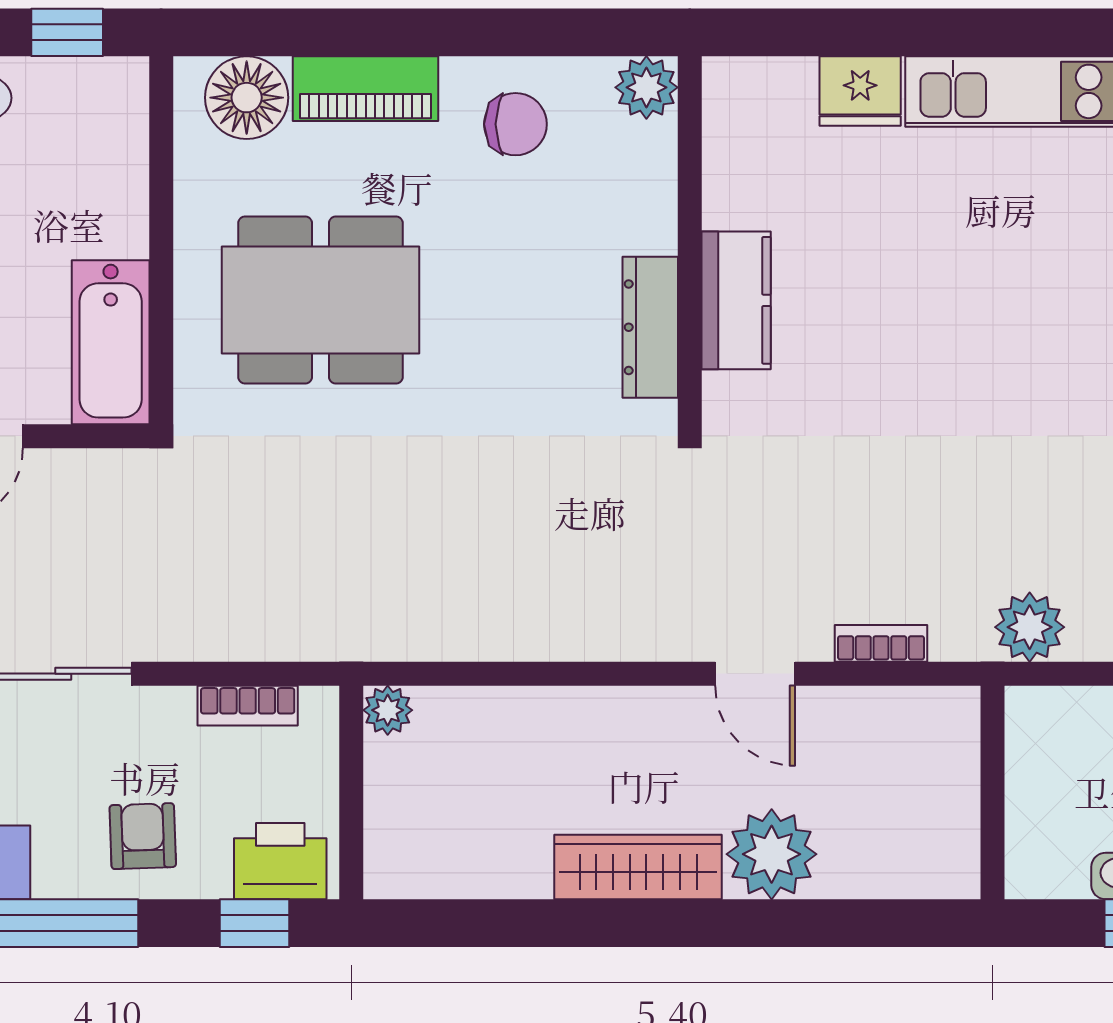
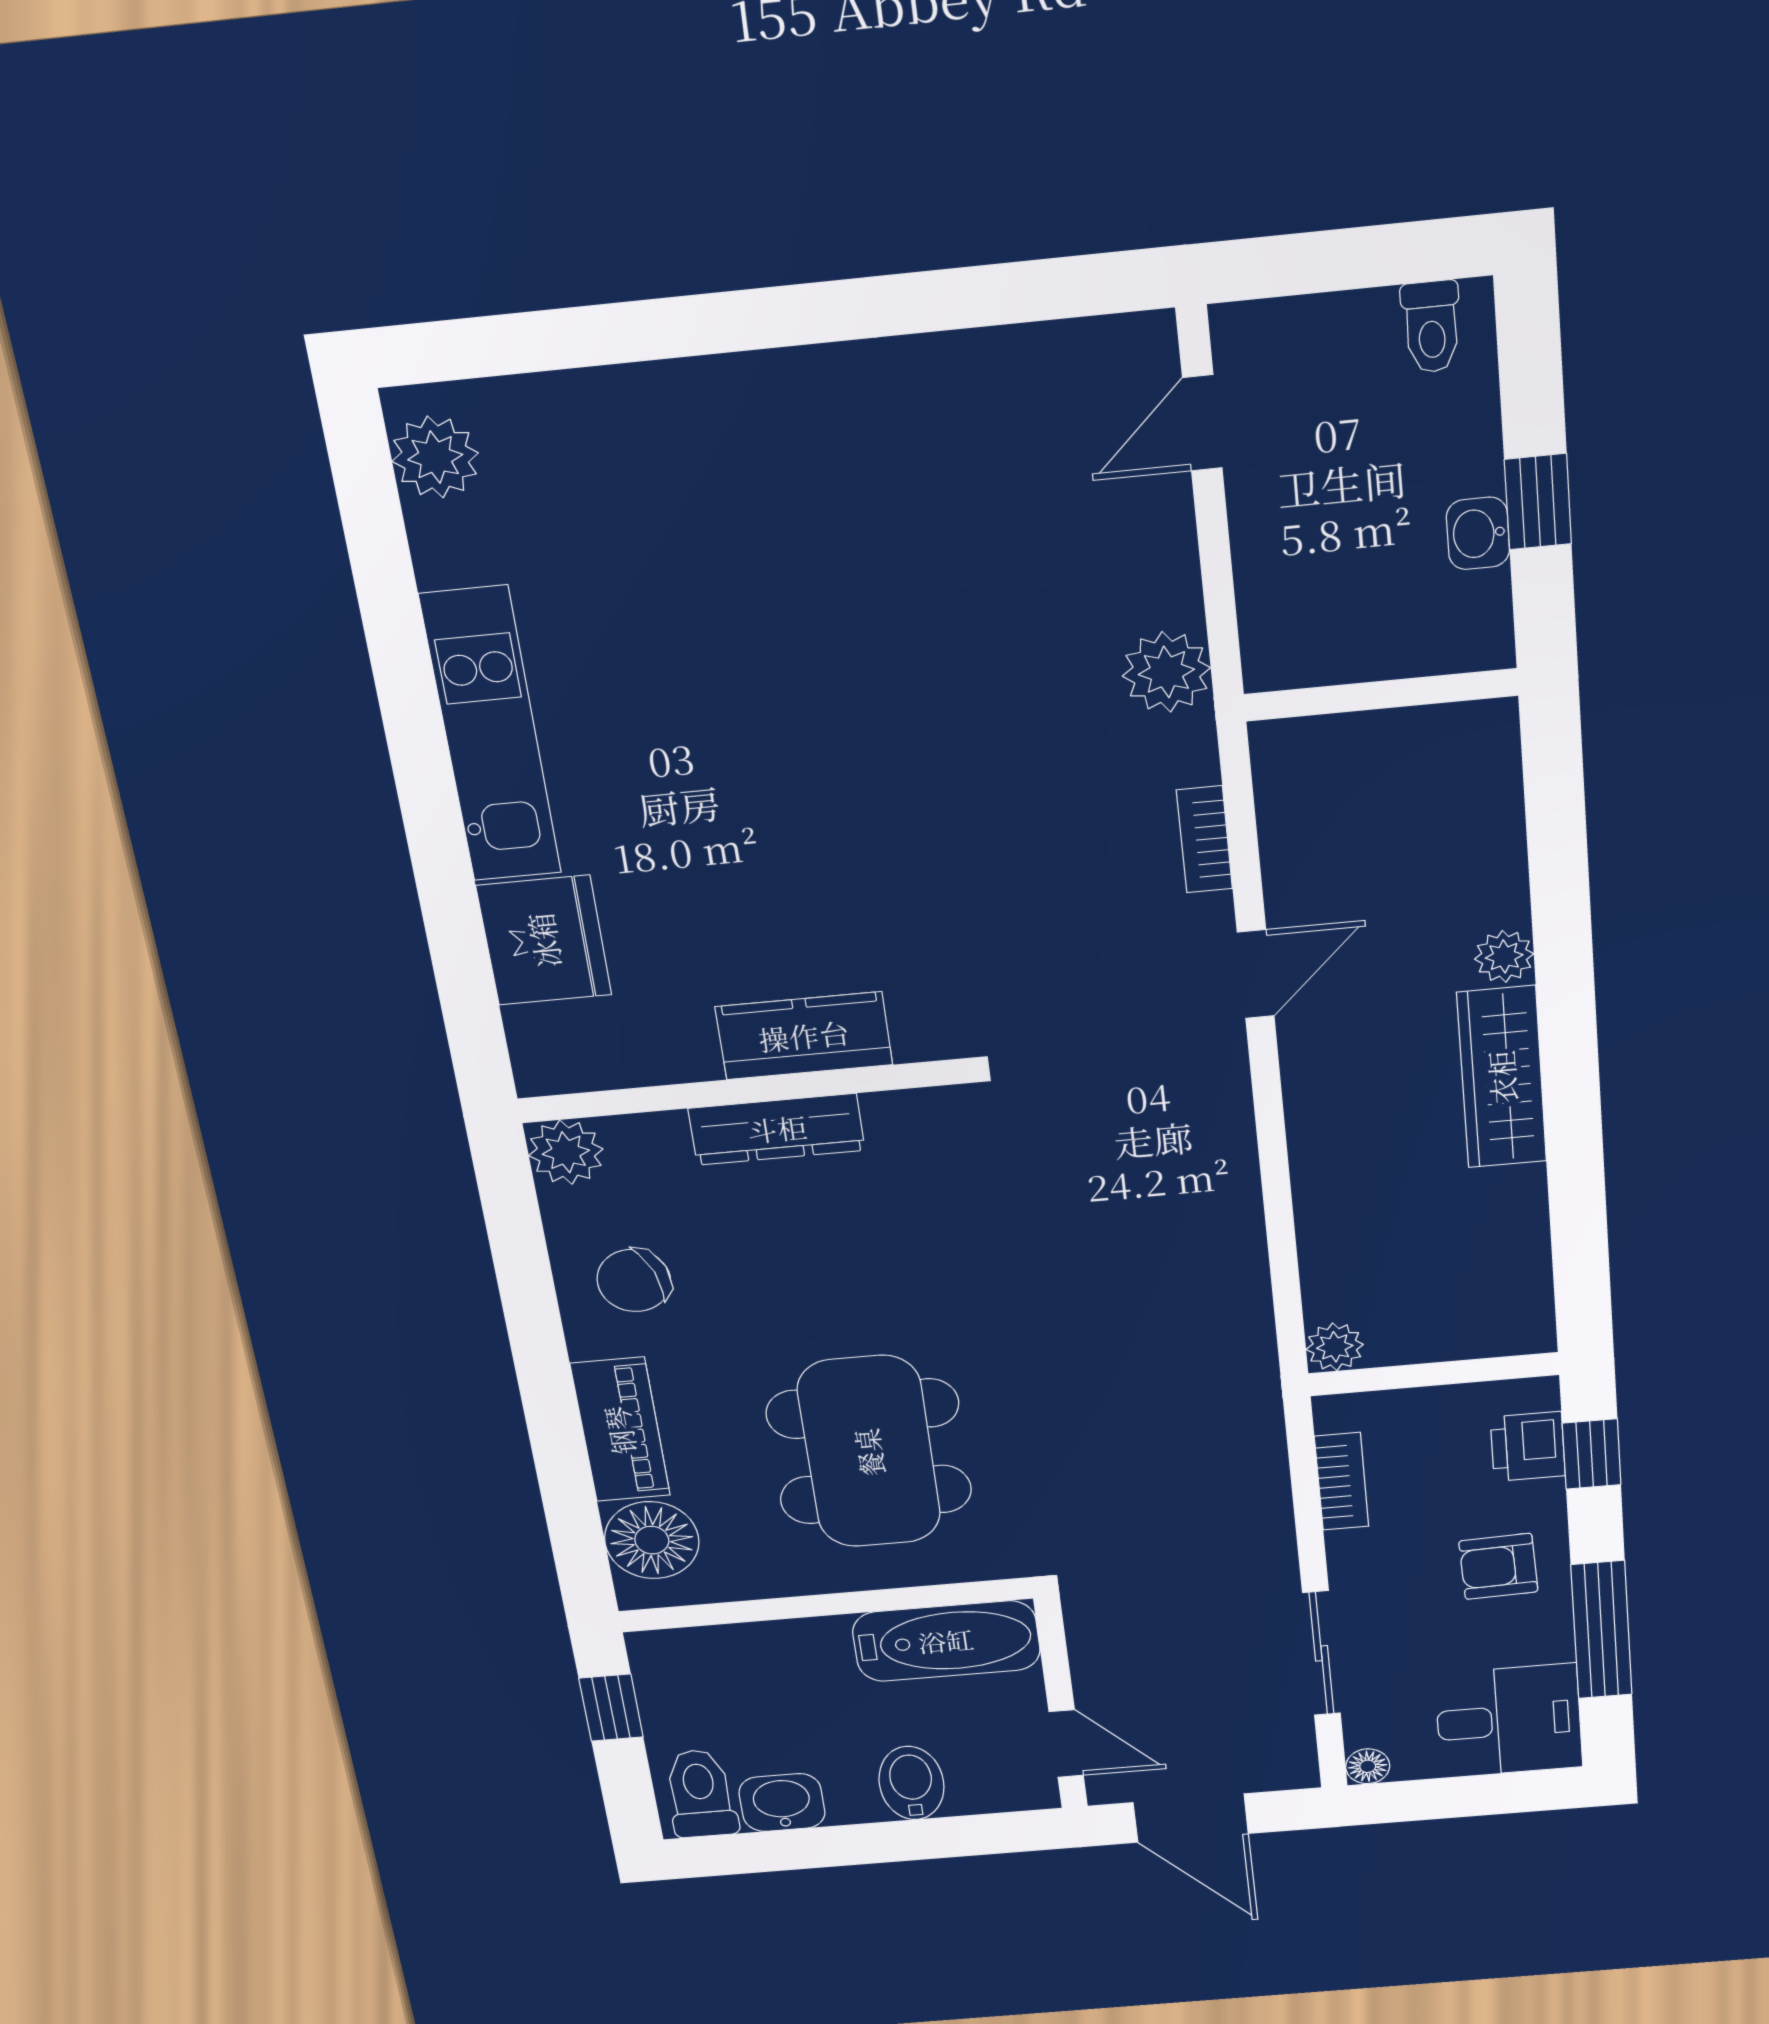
fridge: (860, 91) -> (544, 940), width x1.36, depth x1.34
chair: (515, 124) -> (634, 1281), turned -110
dresser: (650, 327) -> (777, 1129), moved
plant: (772, 854) -> (1504, 956), width x0.53, depth x0.53
printer: (280, 861) -> (1528, 1446), width x0.73, depth x0.81

